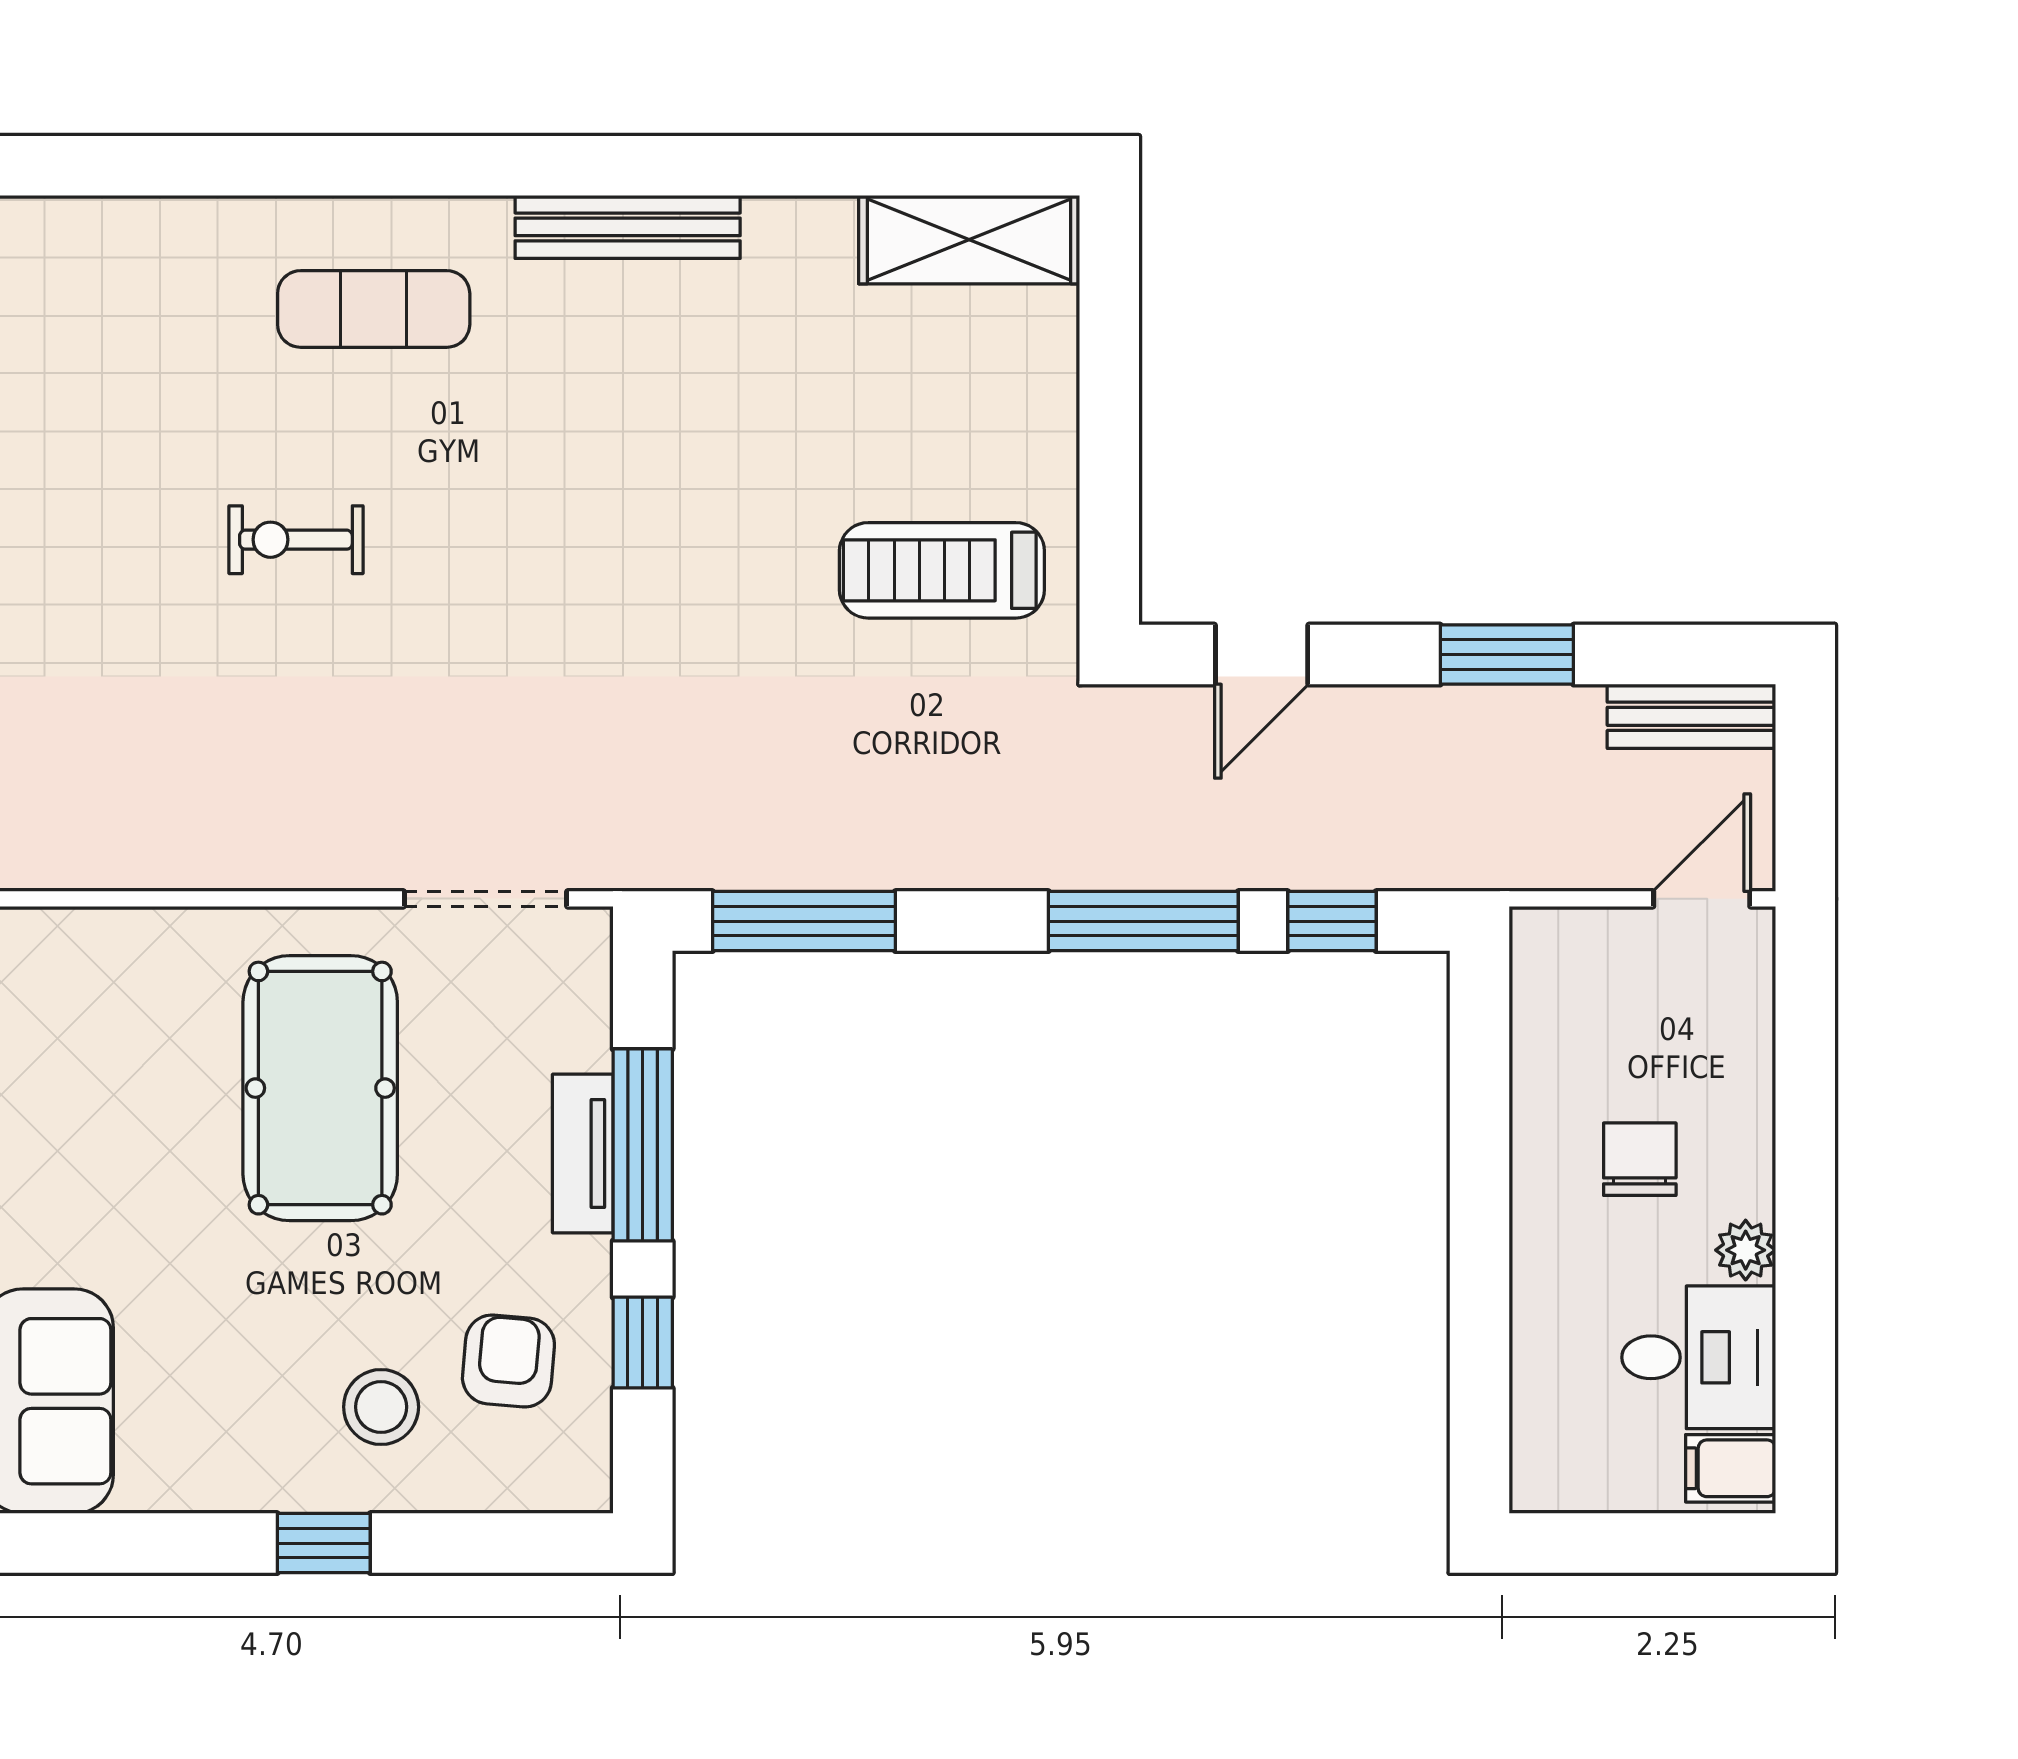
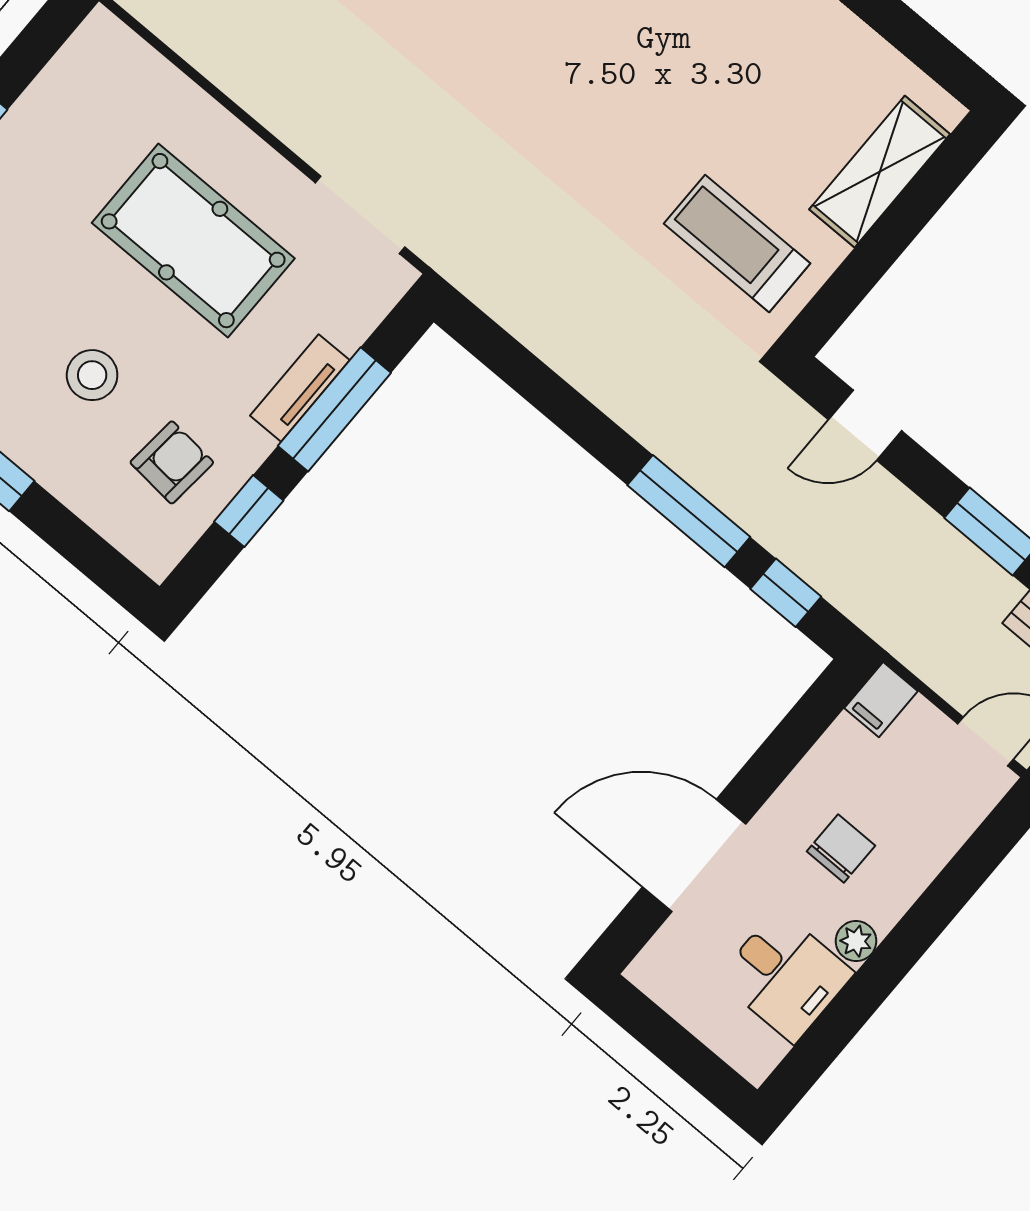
shelving: (969, 240) -> (880, 172), moved, turned 90
window: (804, 921) -> (514, 364), removed
pool table: (320, 1088) -> (193, 241), turned 90
door: (1479, 1308) -> (694, 855), added
stool: (381, 1407) -> (92, 375), moved
filing cabinet: (1731, 1468) -> (881, 700), moved, turned -90

